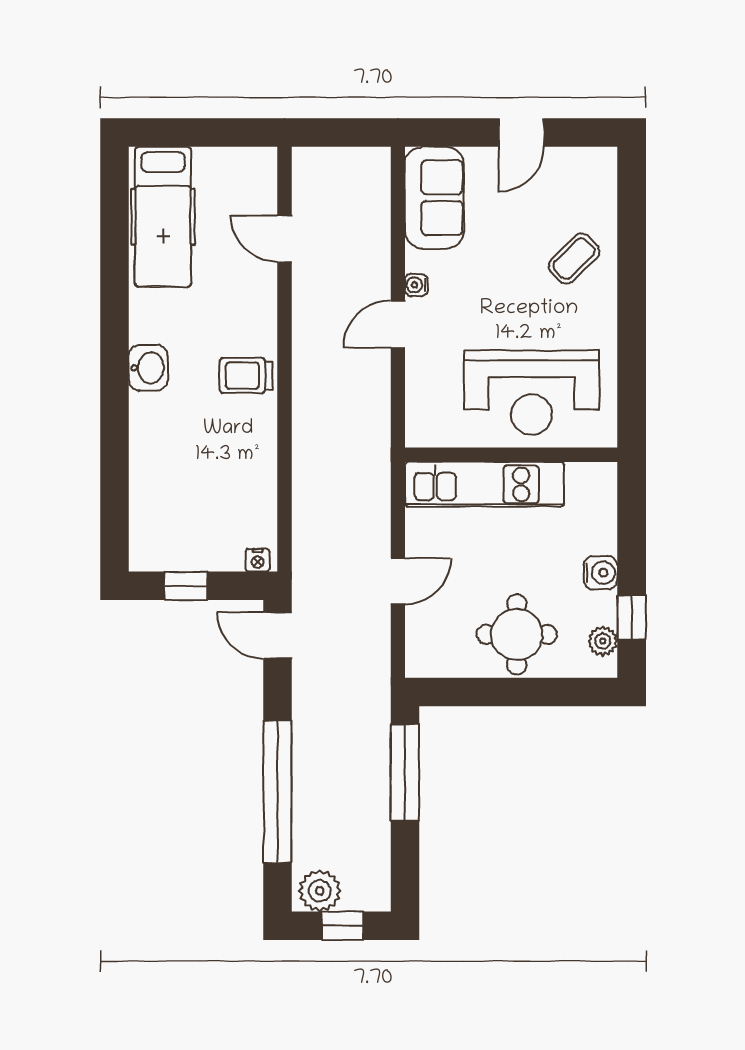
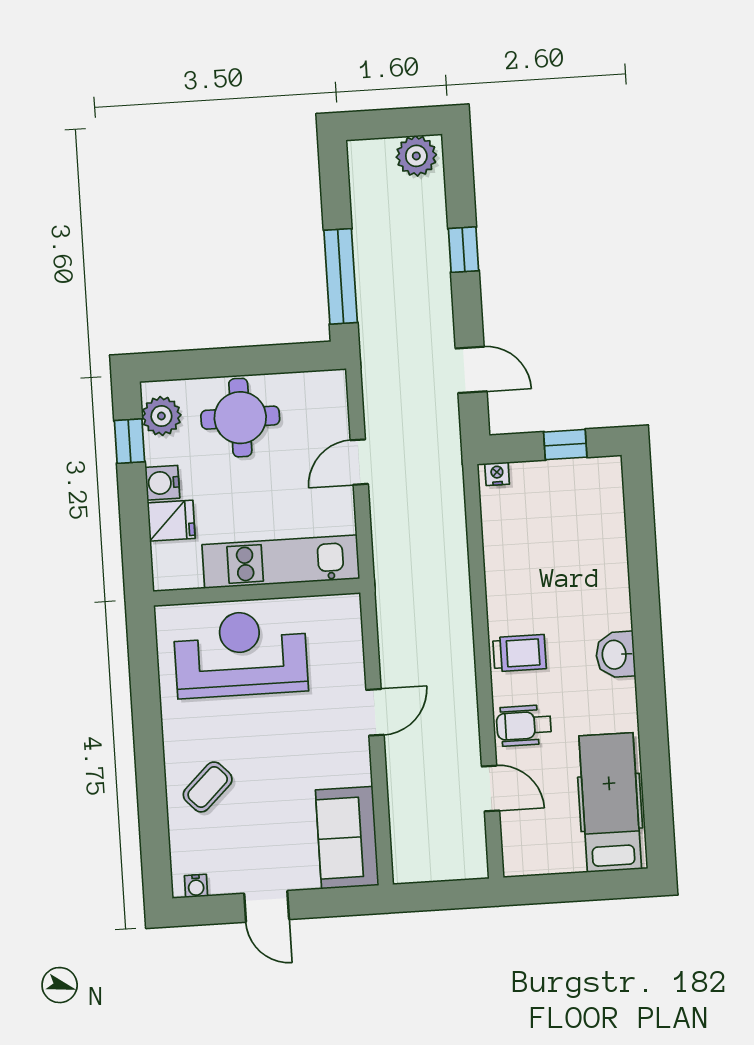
door: (521, 133) -> (267, 906), swing flipped
water cooler: (416, 285) -> (196, 886), moved, turned 90
wheelchair: (246, 301) -> (524, 725), added
fridge: (594, 533) -> (171, 521), added
door: (277, 636) -> (471, 370), moved
plant: (603, 641) -> (161, 416), width x1.38, depth x1.38
window: (277, 792) -> (464, 250), width x0.32
window: (342, 926) -> (392, 123), removed

